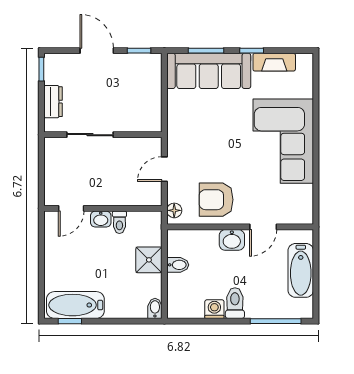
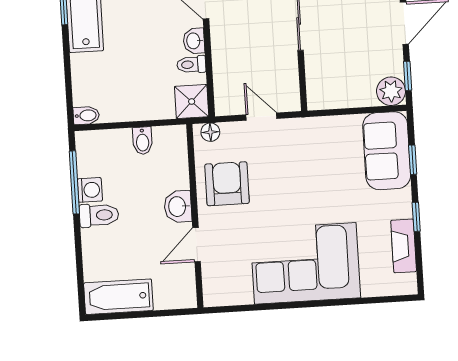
window: (206, 51) -> (413, 160), width x0.67
plant: (150, 65) -> (391, 91), added
sofa: (209, 71) -> (387, 151), width x0.73
door: (263, 227) -> (197, 245), hinge flipped
shower: (149, 260) -> (192, 102), moved
bathtub: (301, 270) -> (118, 297), moved
window: (276, 321) -> (74, 182), moved

